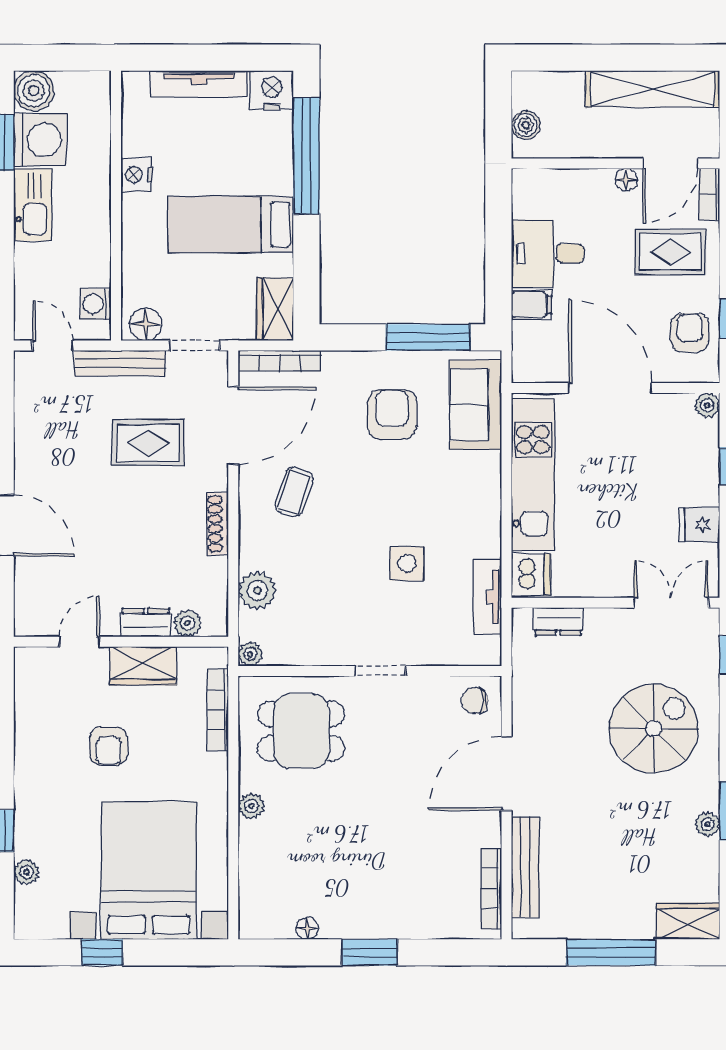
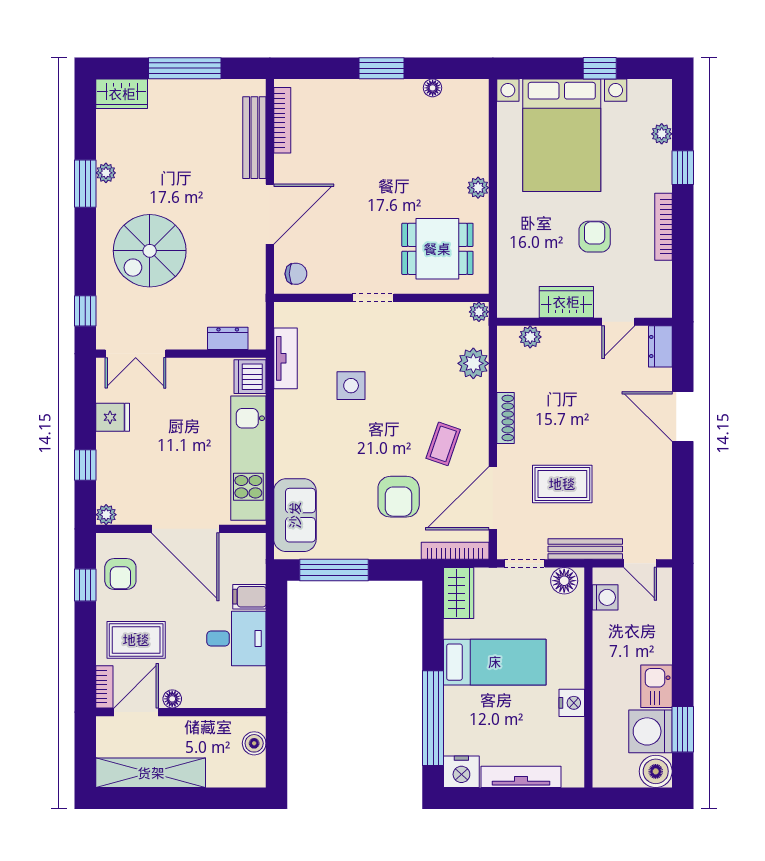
kitchen sink: (33, 205) -> (657, 686), width x0.73
armchair: (392, 414) -> (399, 497), moved
dresser: (146, 622) -> (660, 346), moved, turned 90
bookcase: (218, 710) -> (663, 227), moved, turned 180

